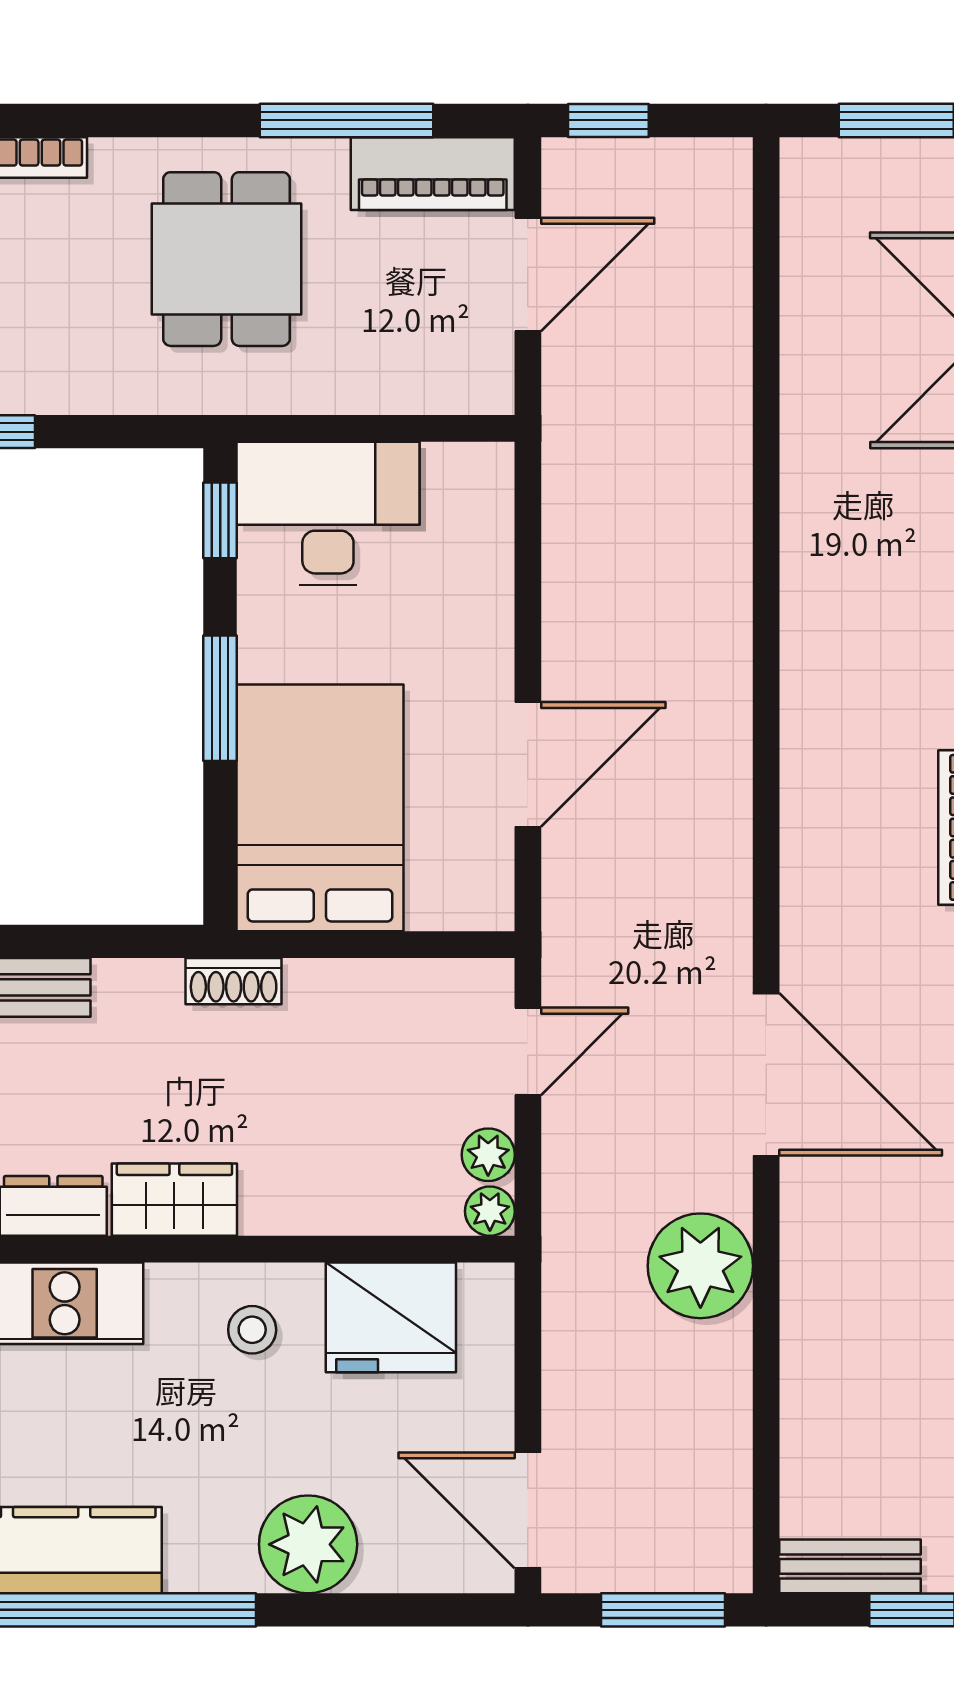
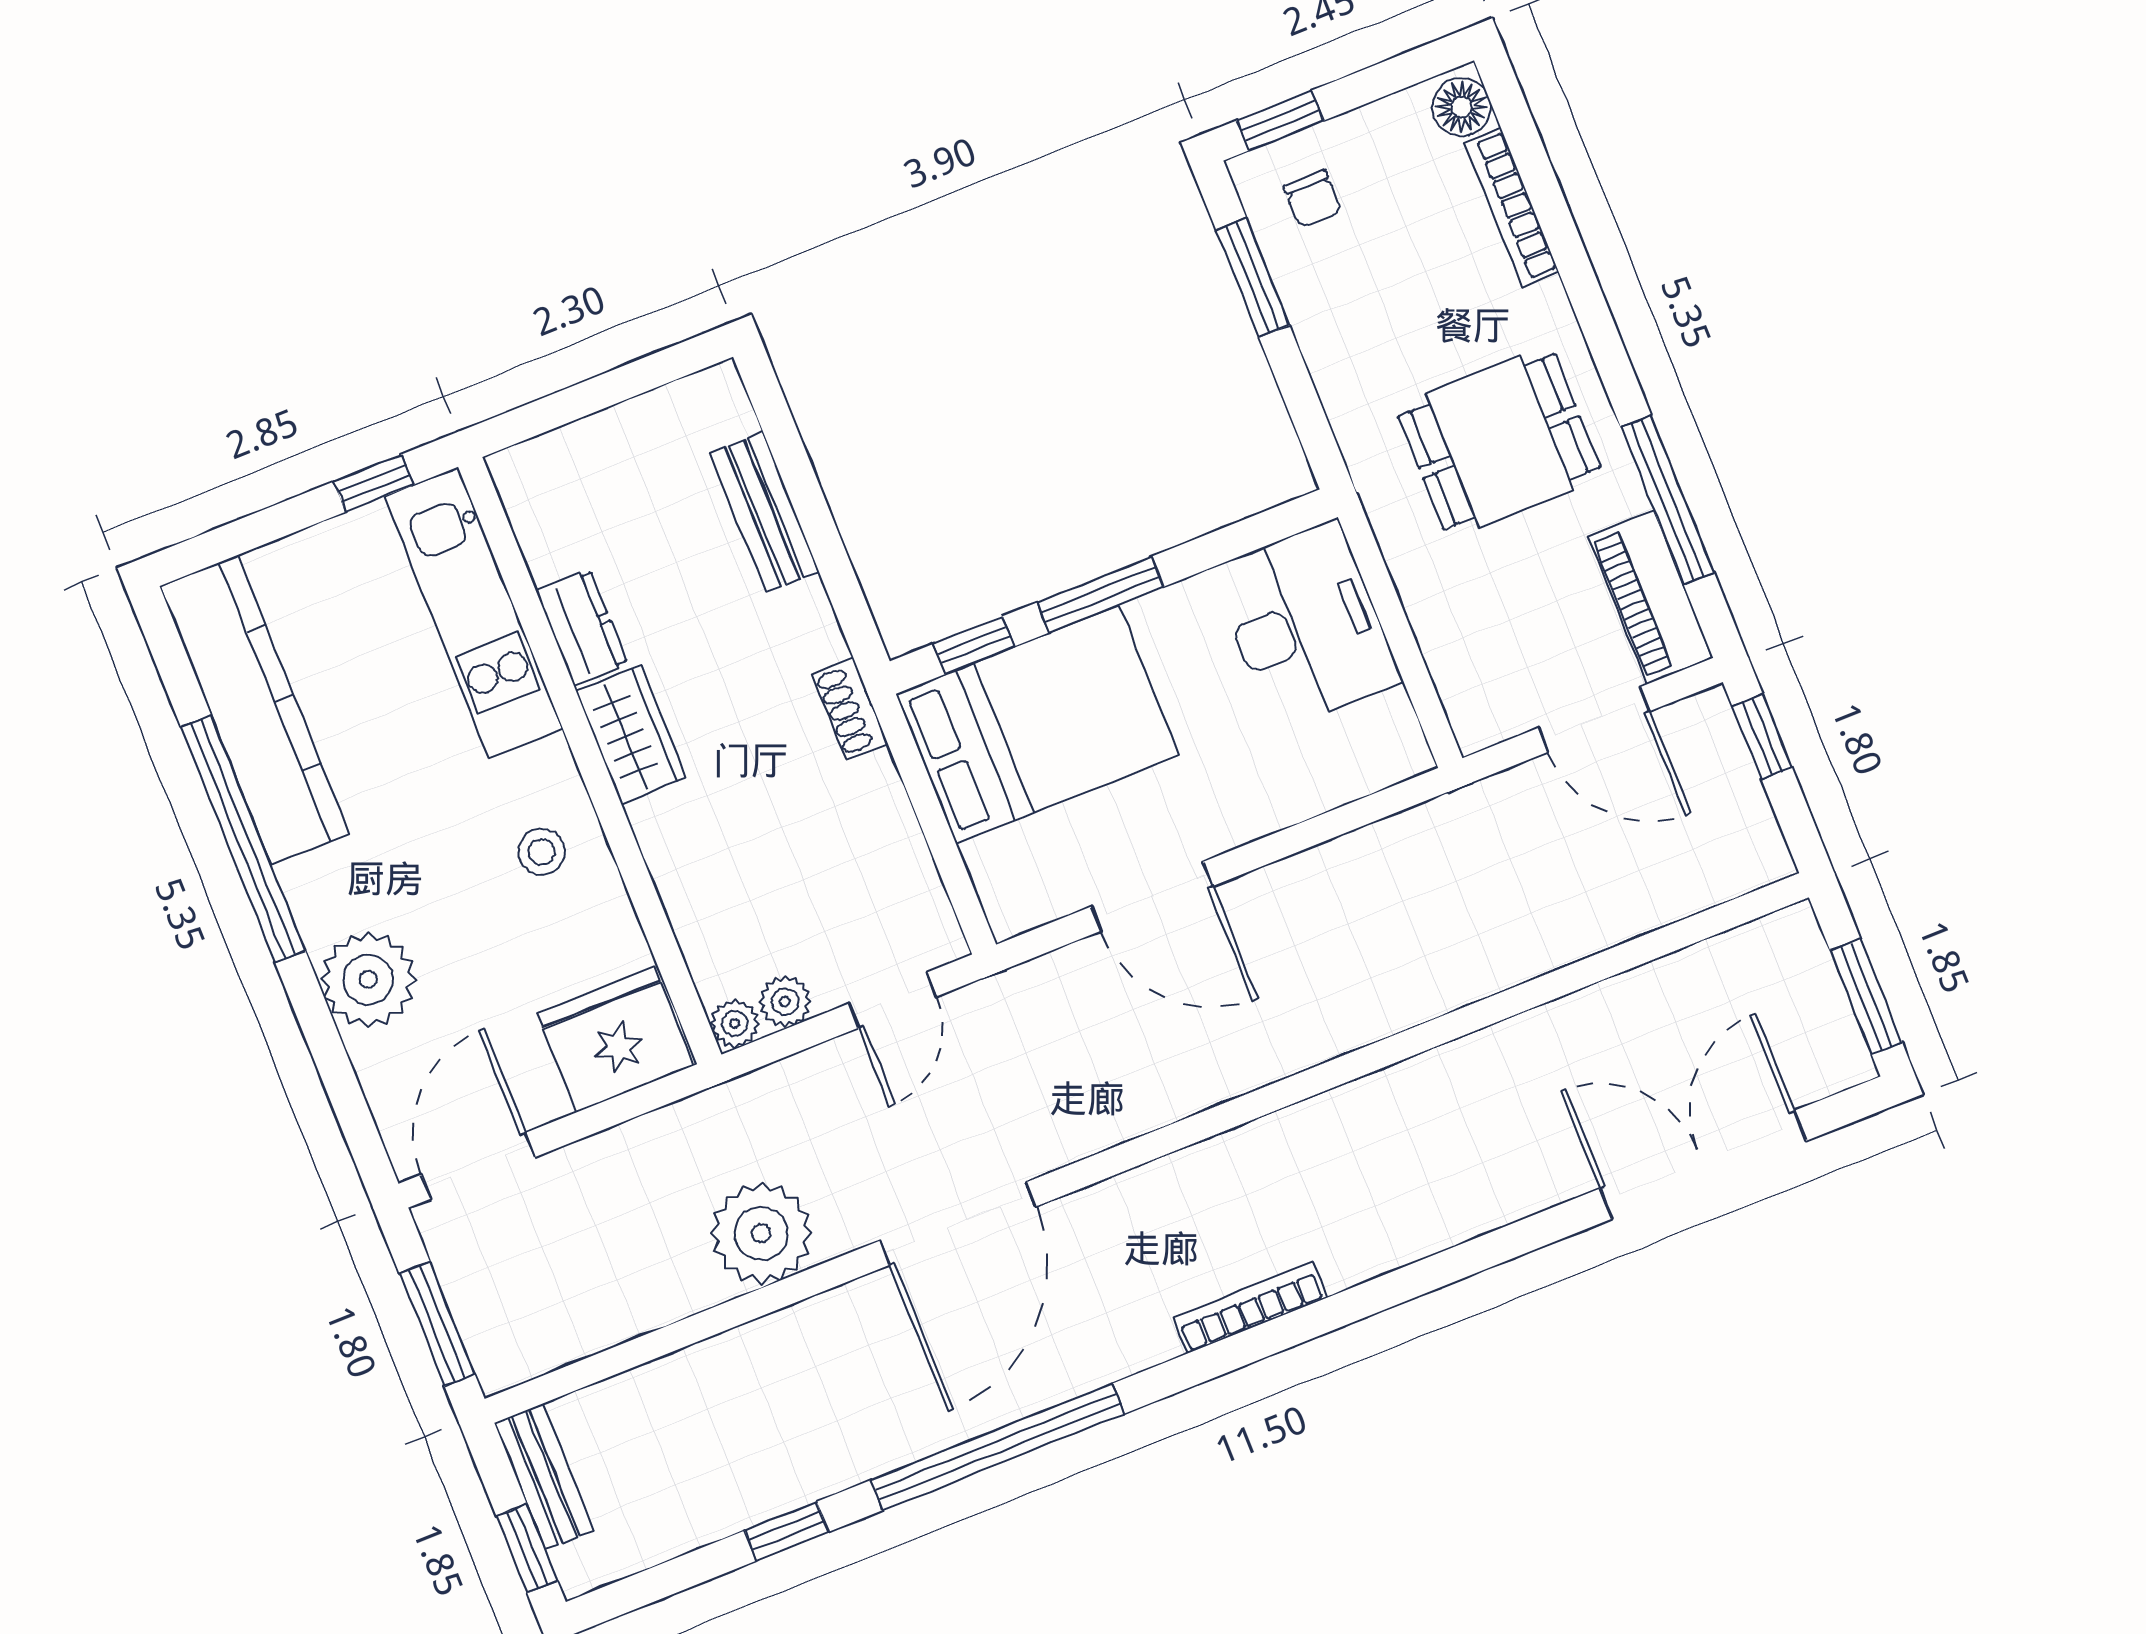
window: (220, 520) -> (974, 645), moved
door: (528, 1051) -> (893, 1000), hinge flipped
fridge: (391, 1317) -> (616, 1039), moved, turned 90

